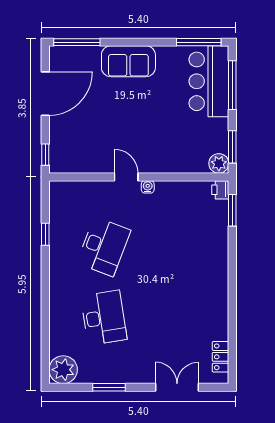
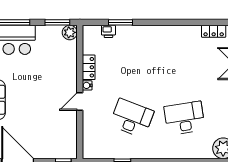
locker: (172, 189) -> (89, 67), added
printer: (220, 190) -> (108, 31), moved
window: (232, 210) -> (121, 22), moved

